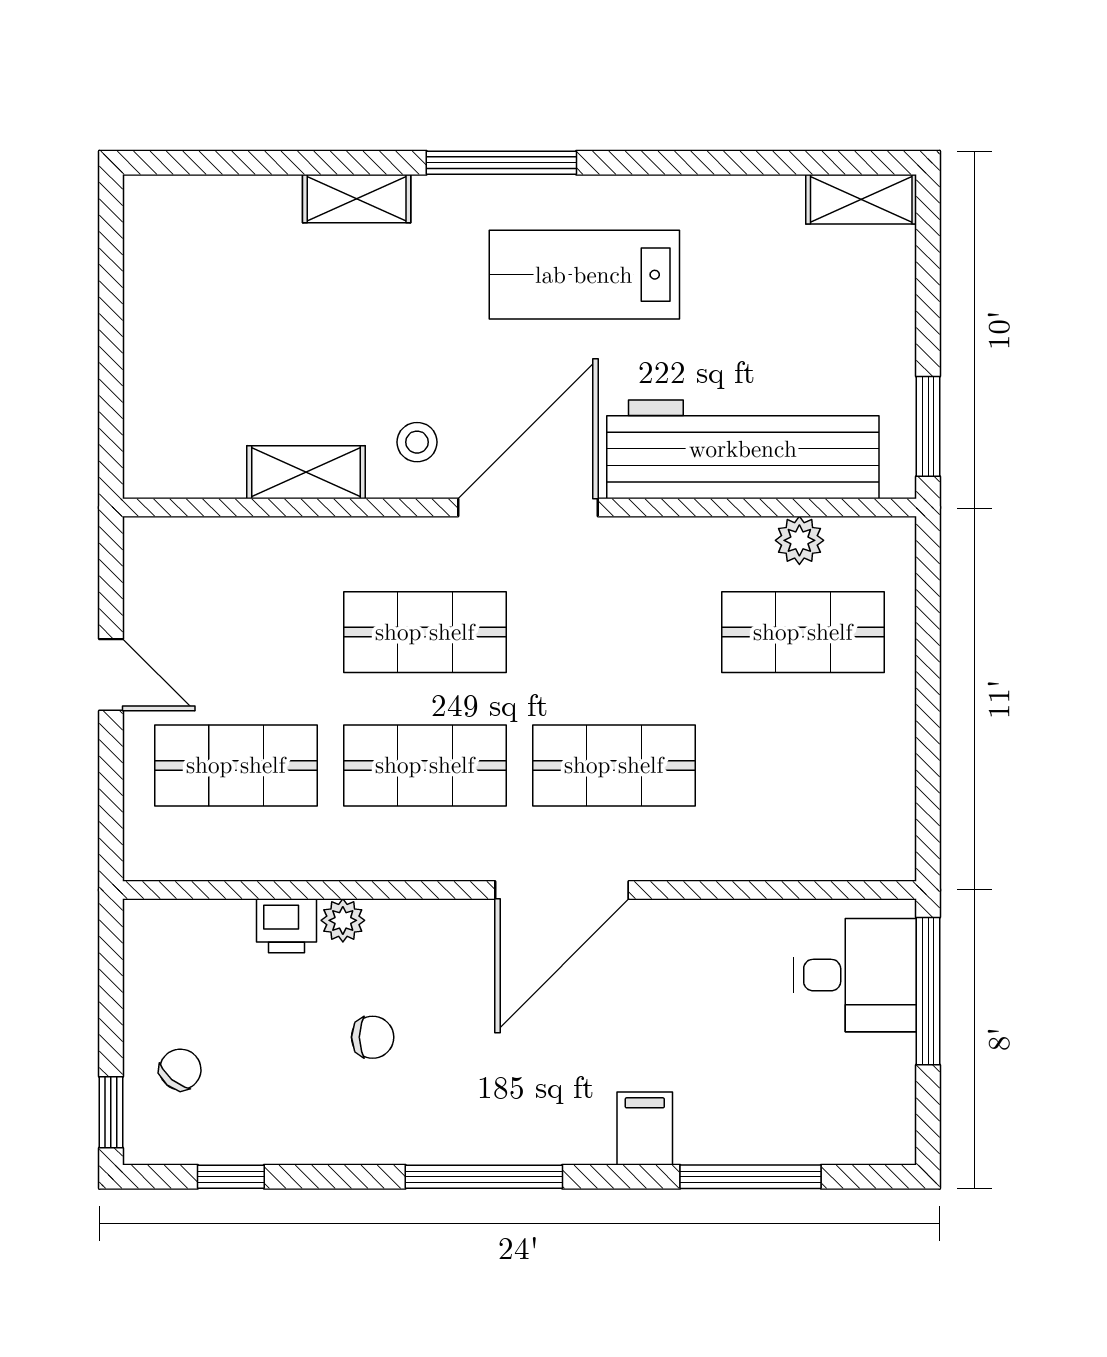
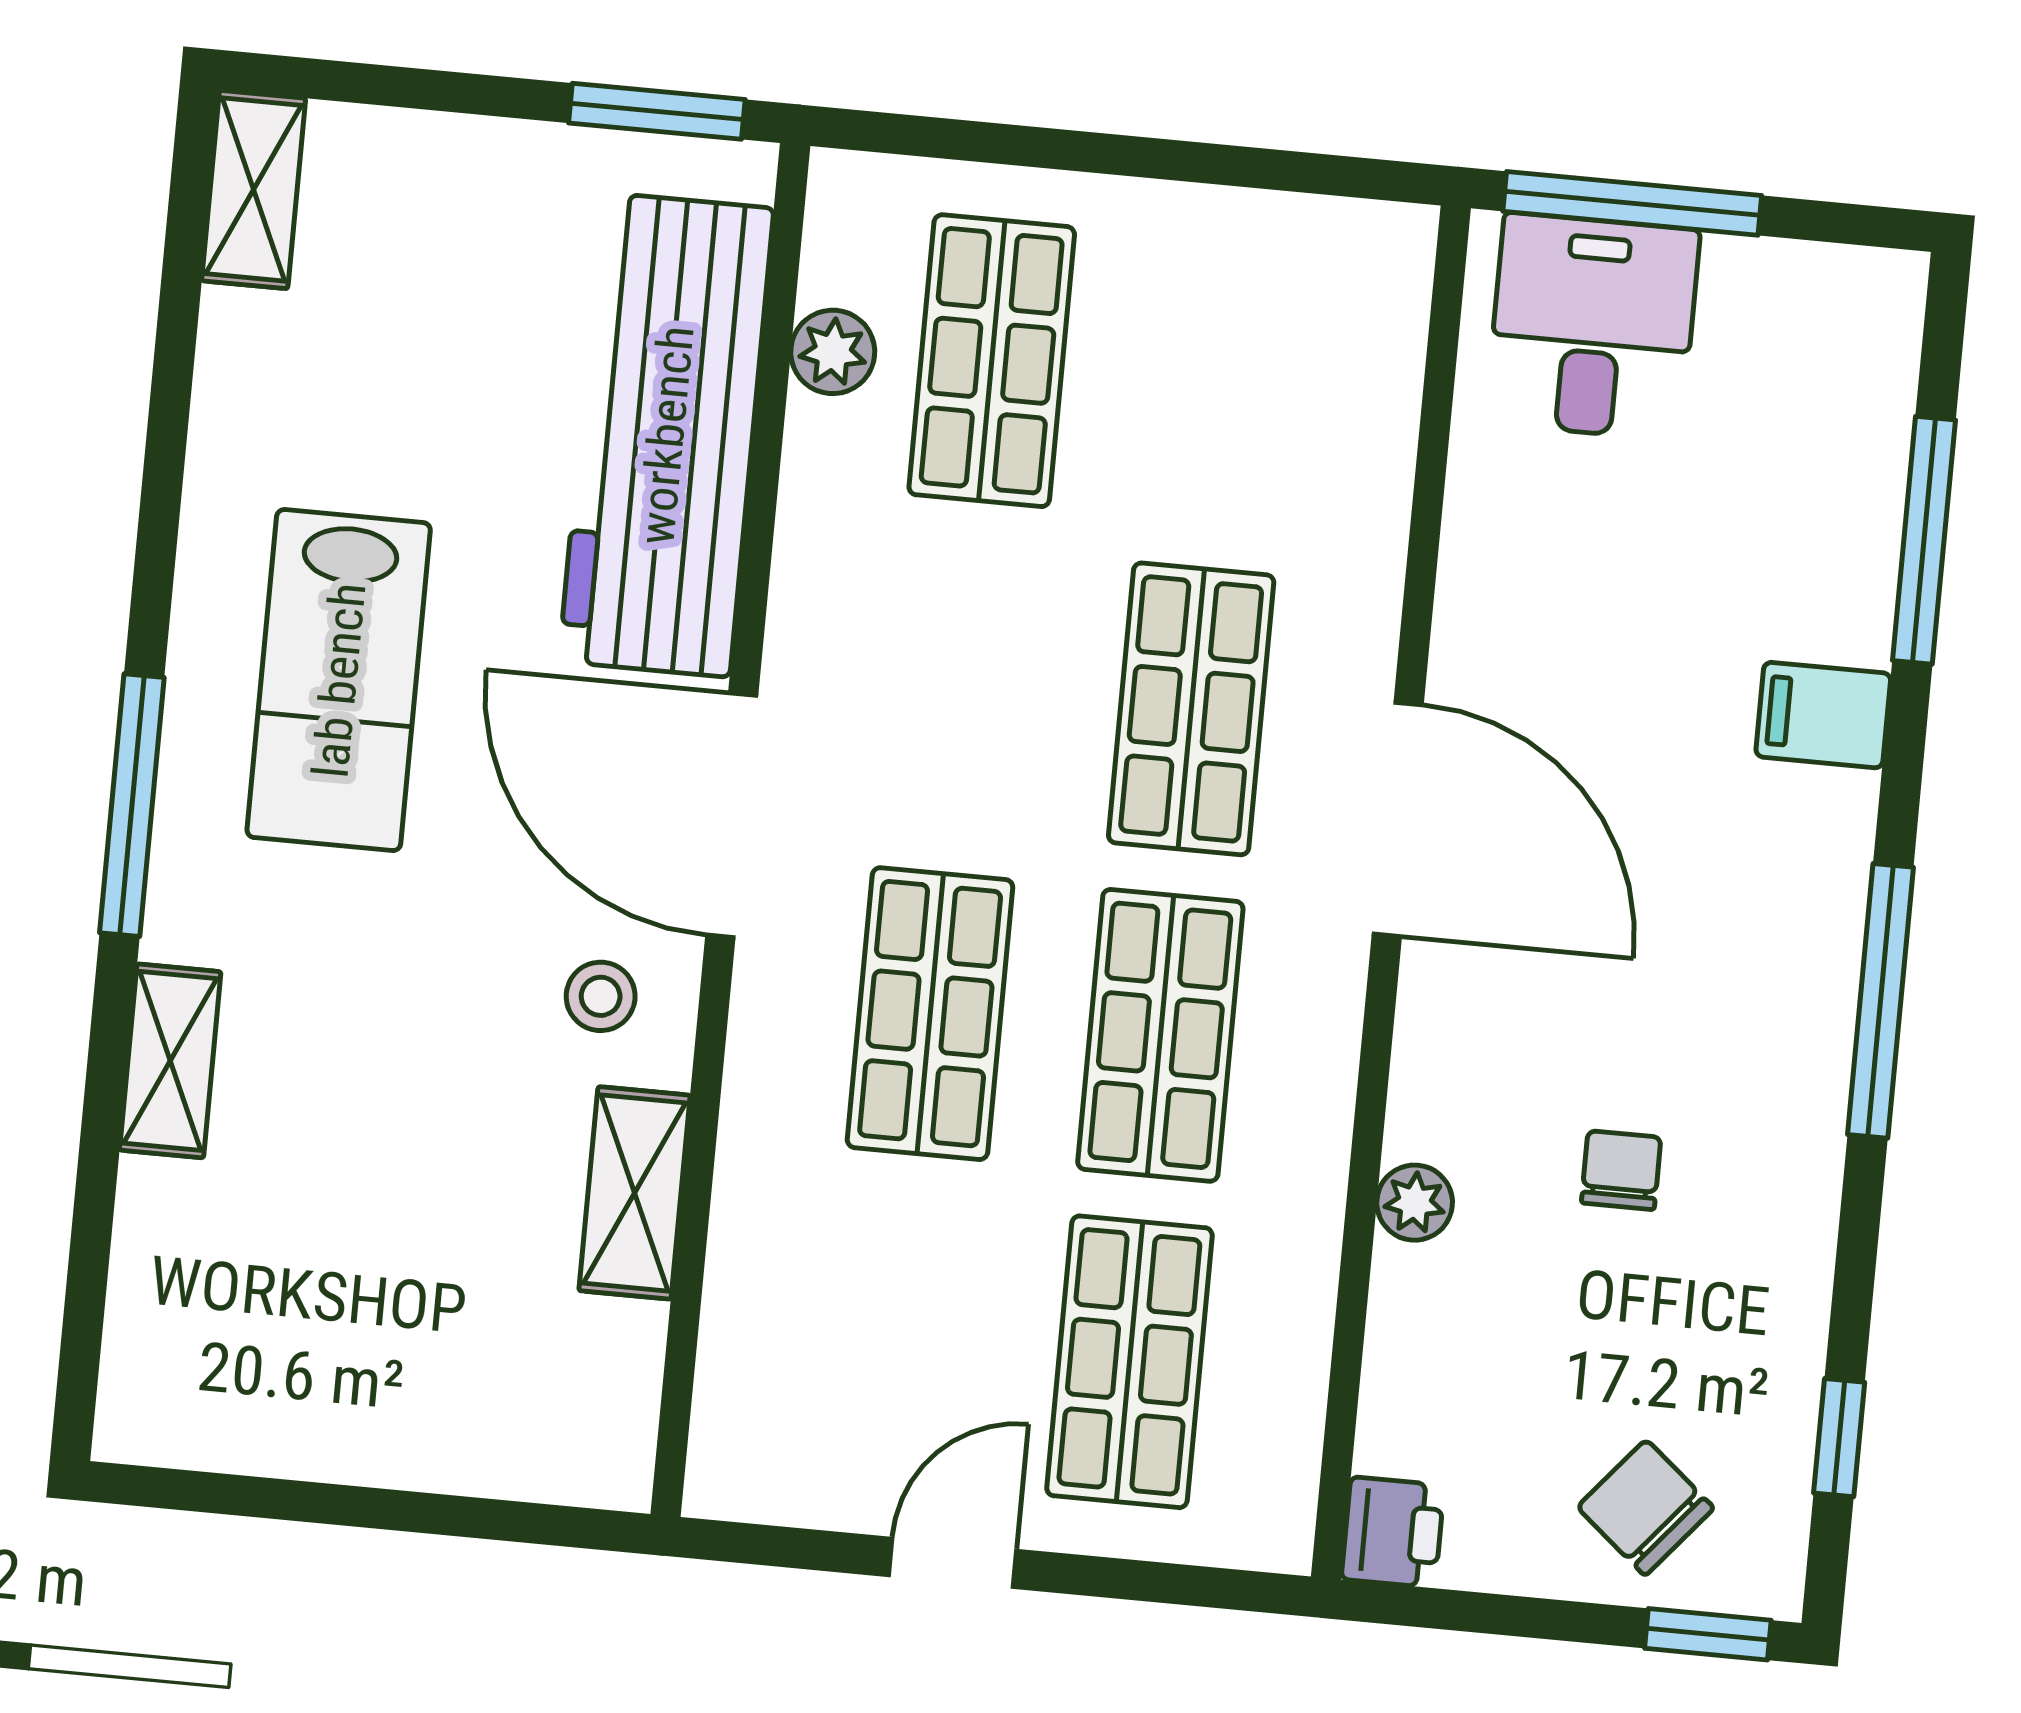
printer: (287, 926) -> (1393, 1532), moved
chair: (180, 1070) -> (1646, 1508), width x1.37, depth x1.37

